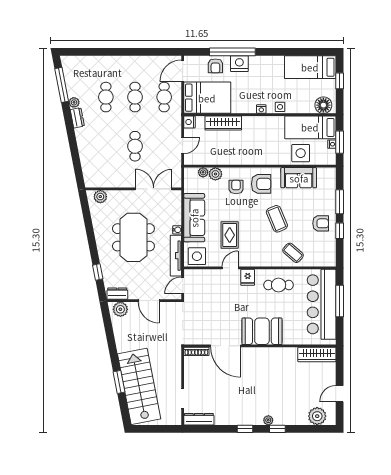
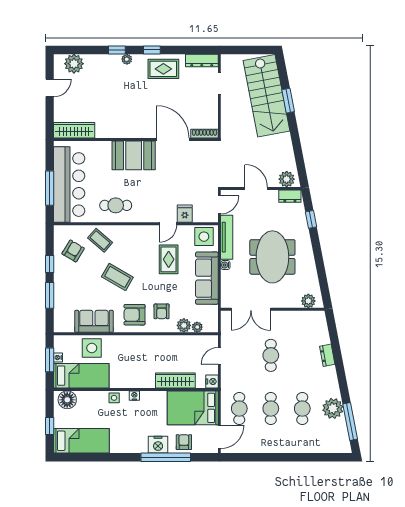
plant: (74, 102) -> (333, 408), width x1.88, depth x1.88
dresser: (77, 118) -> (327, 355), moved
coffee table: (277, 219) -> (117, 277), turned -37
armchair: (321, 223) -> (73, 251), moved, turned 121
fridge: (248, 277) -> (185, 214), moved
rug: (234, 411) -> (163, 69), added

